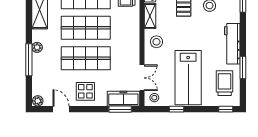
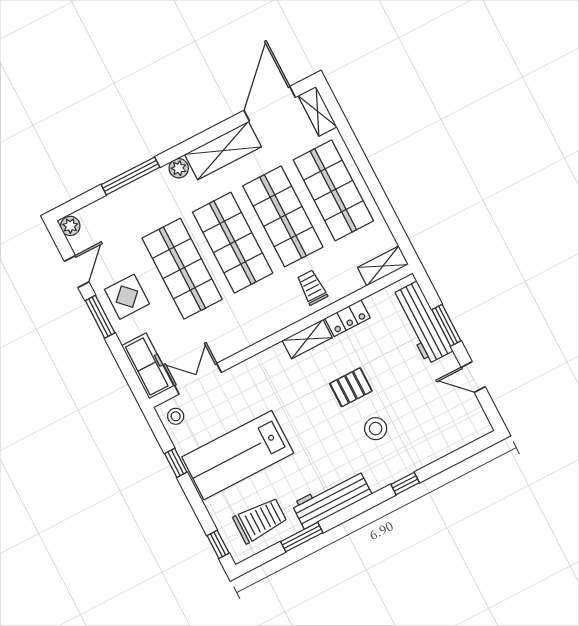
stool: (156, 42) -> (270, 372), removed
plant: (37, 47) -> (179, 168), moved
double door: (142, 78) -> (198, 379), swing flipped
window: (120, 109) -> (100, 317), moved

